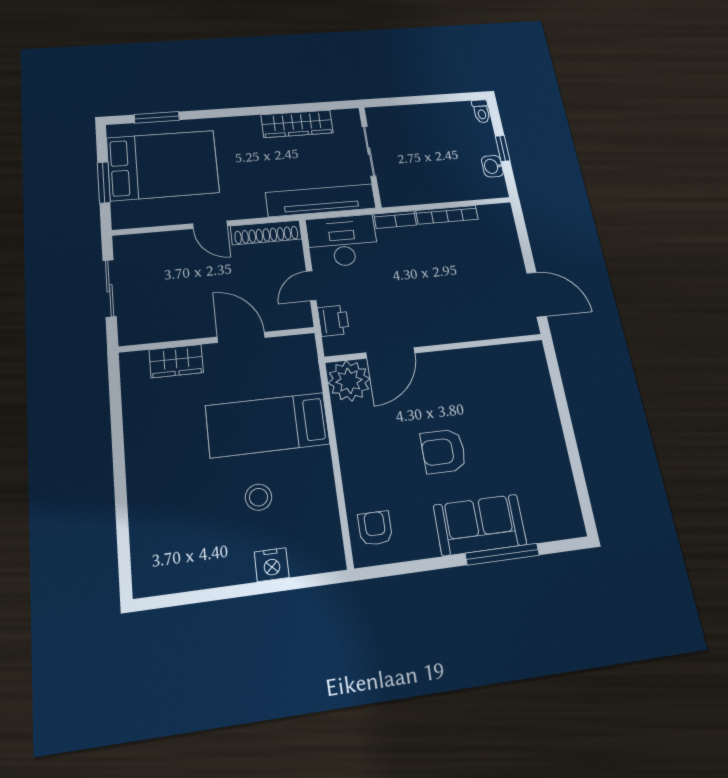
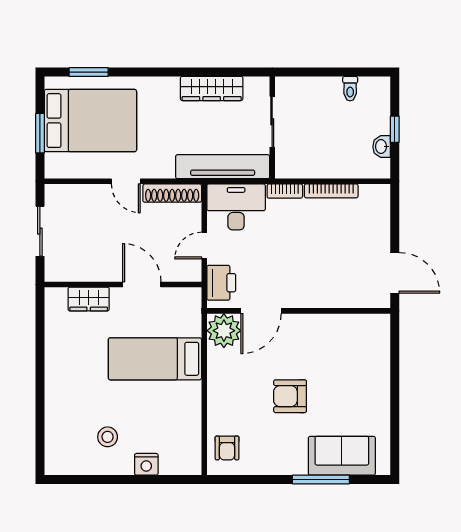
toilet: (481, 111) -> (350, 89), moved
printer: (333, 321) -> (221, 283), width x1.36, depth x1.24
stool: (259, 497) -> (108, 437), moved
sofa: (480, 525) -> (342, 456), moved
armchair: (375, 528) -> (227, 448), turned 180

